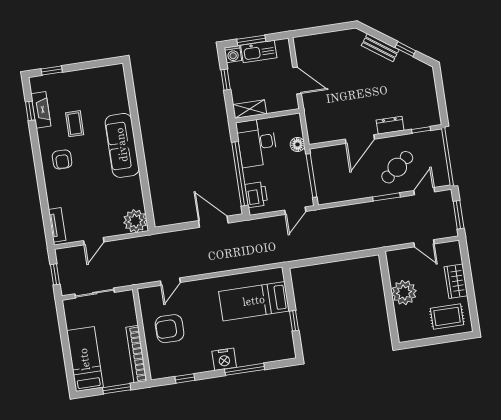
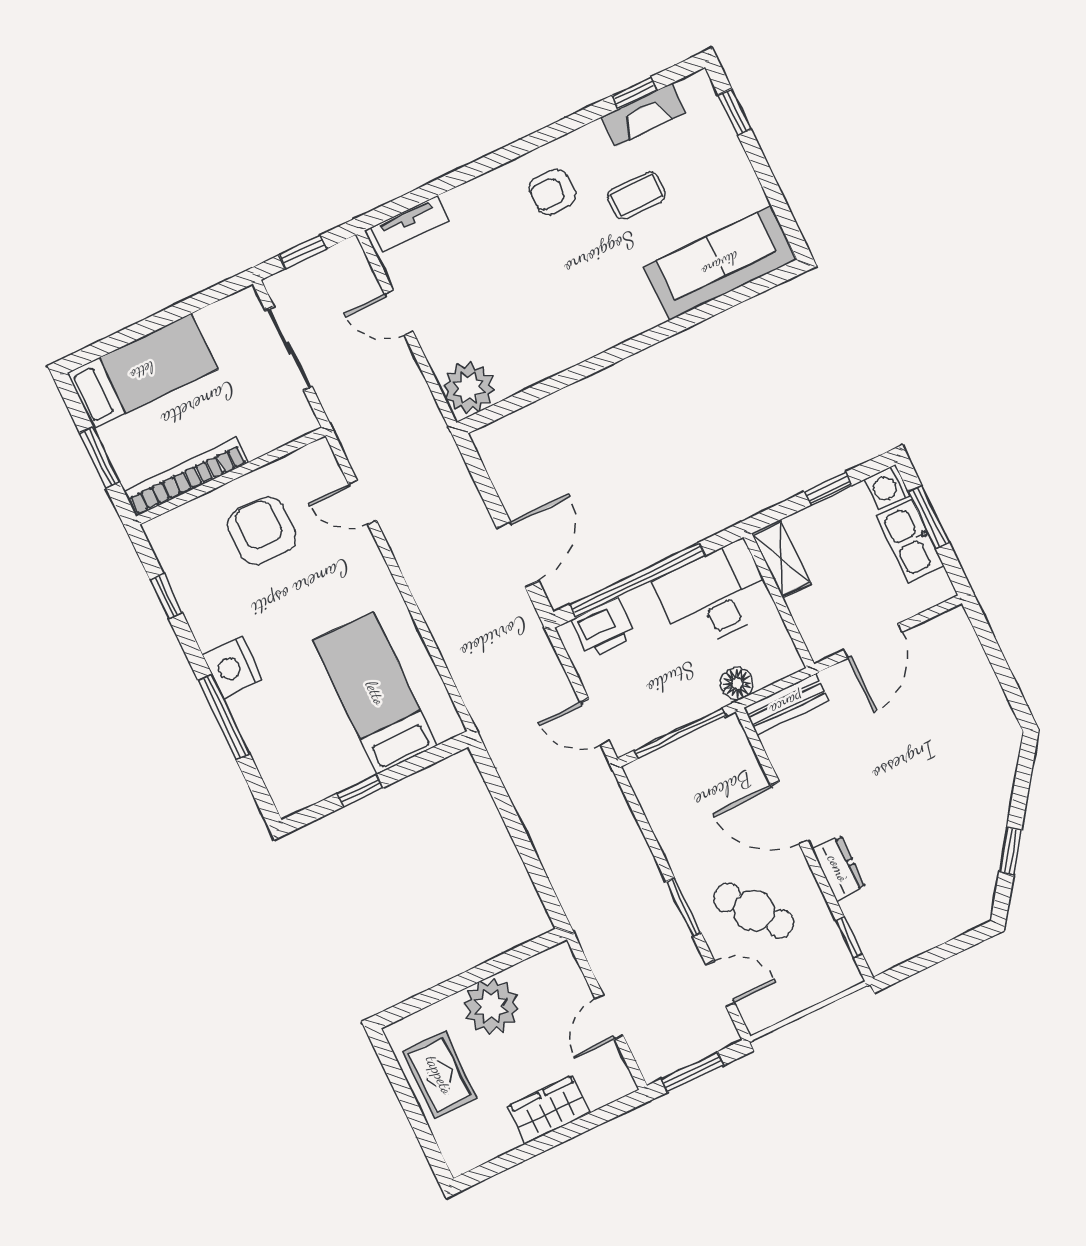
bench: (380, 48) -> (786, 704), moved, turned 55
sofa: (122, 145) -> (720, 264), moved
rug: (447, 316) -> (439, 1075), moved

